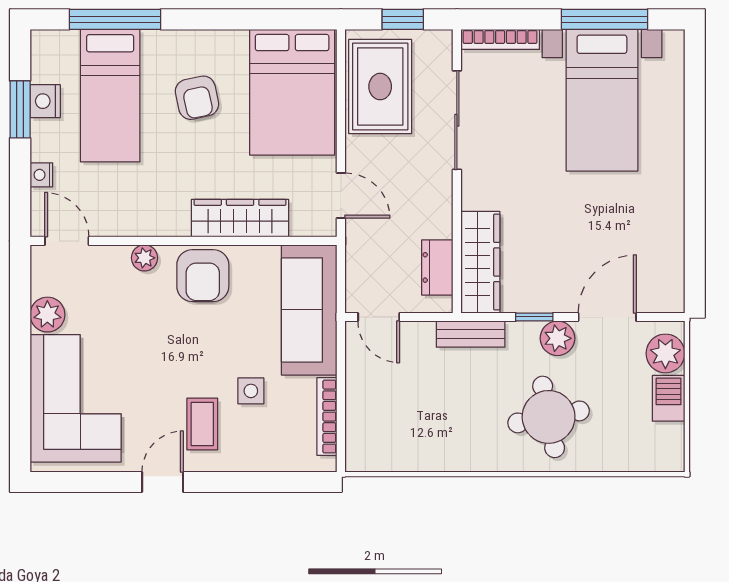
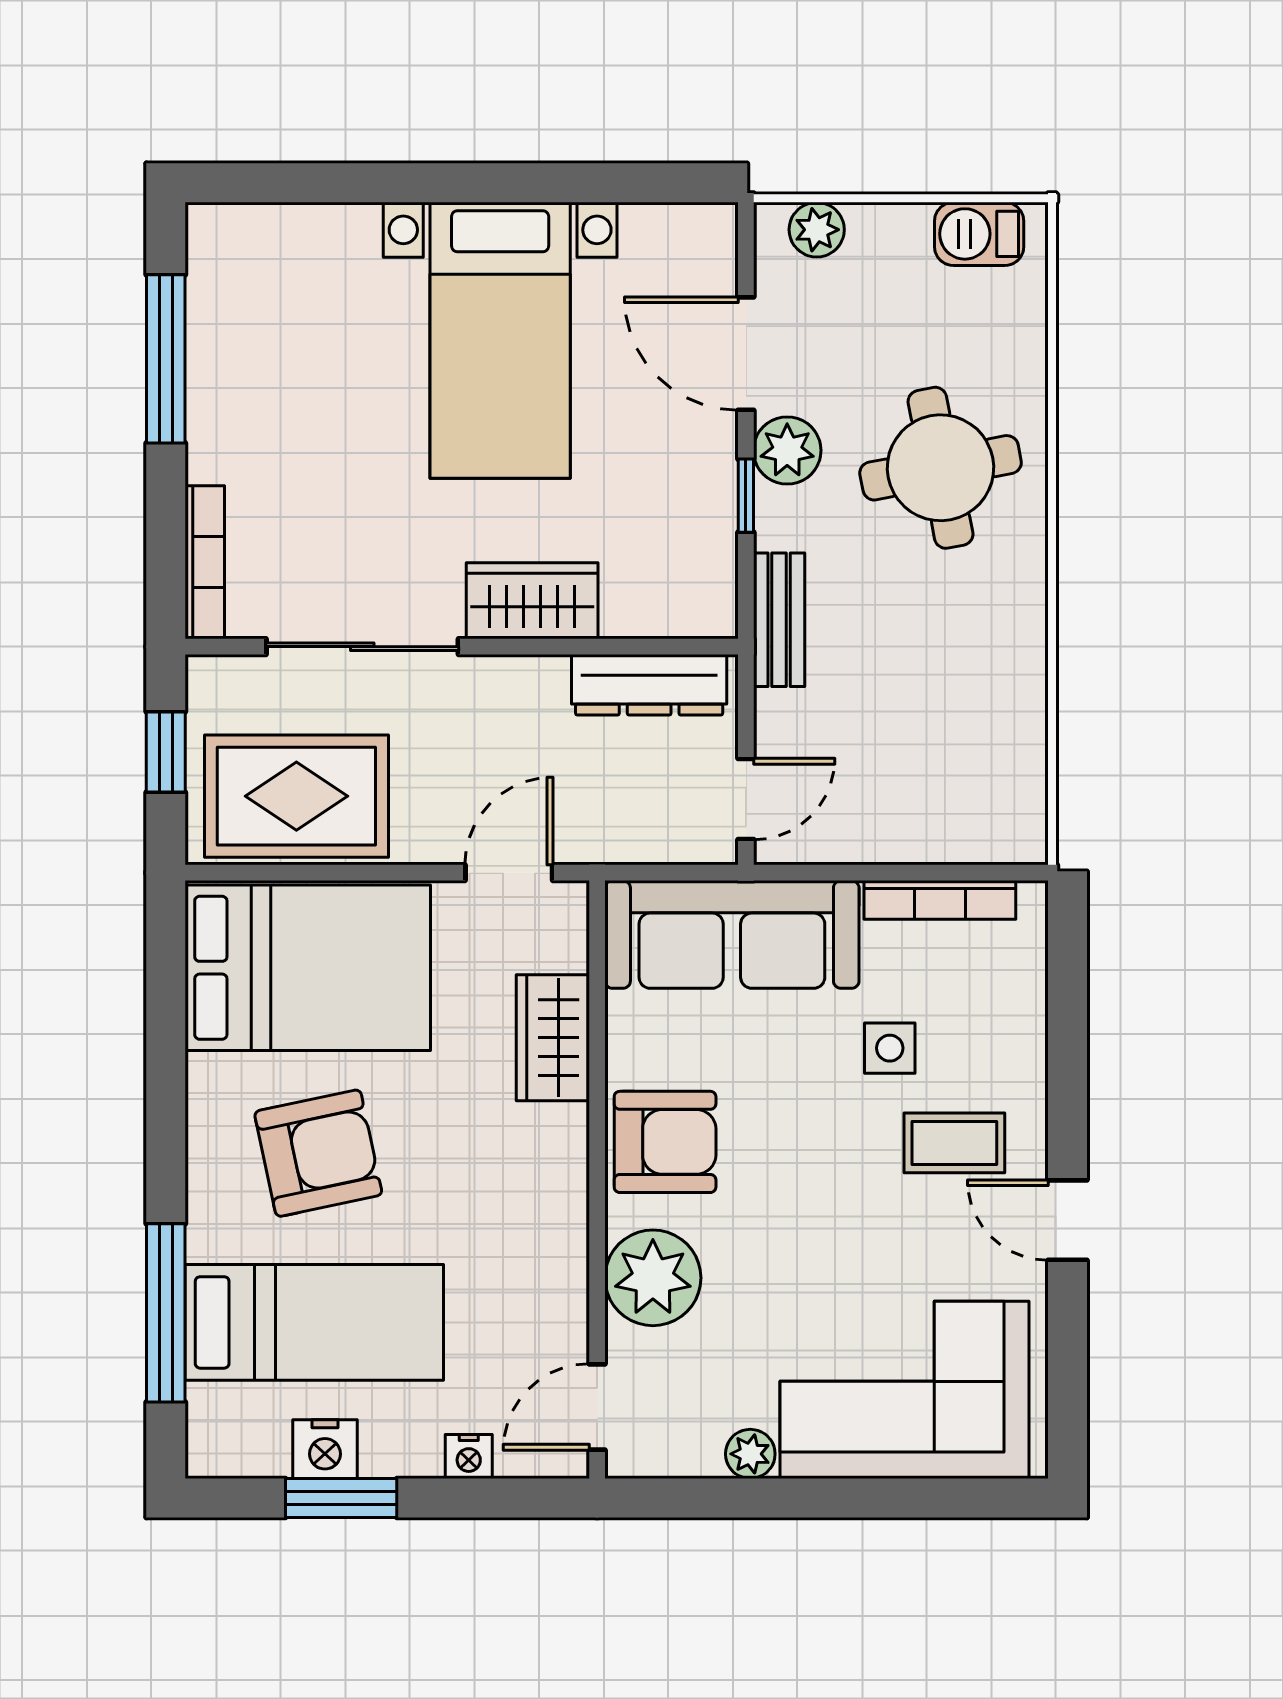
armchair: (197, 98) -> (318, 1153), width x1.38, depth x1.38
bed with nightstands: (602, 100) -> (500, 340), moved, turned 90
wardrobe: (240, 218) -> (553, 1038), width x0.67
plant: (144, 258) -> (653, 1278), width x1.88, depth x1.88
wardrobe: (480, 262) -> (532, 601), moved, width x0.67
dresser: (437, 267) -> (649, 685), width x1.44
plant: (47, 315) -> (750, 1454), width x0.73, depth x0.73
plant: (665, 353) -> (817, 230), width x0.73, depth x0.73
barbecue: (669, 398) -> (979, 234), moved

